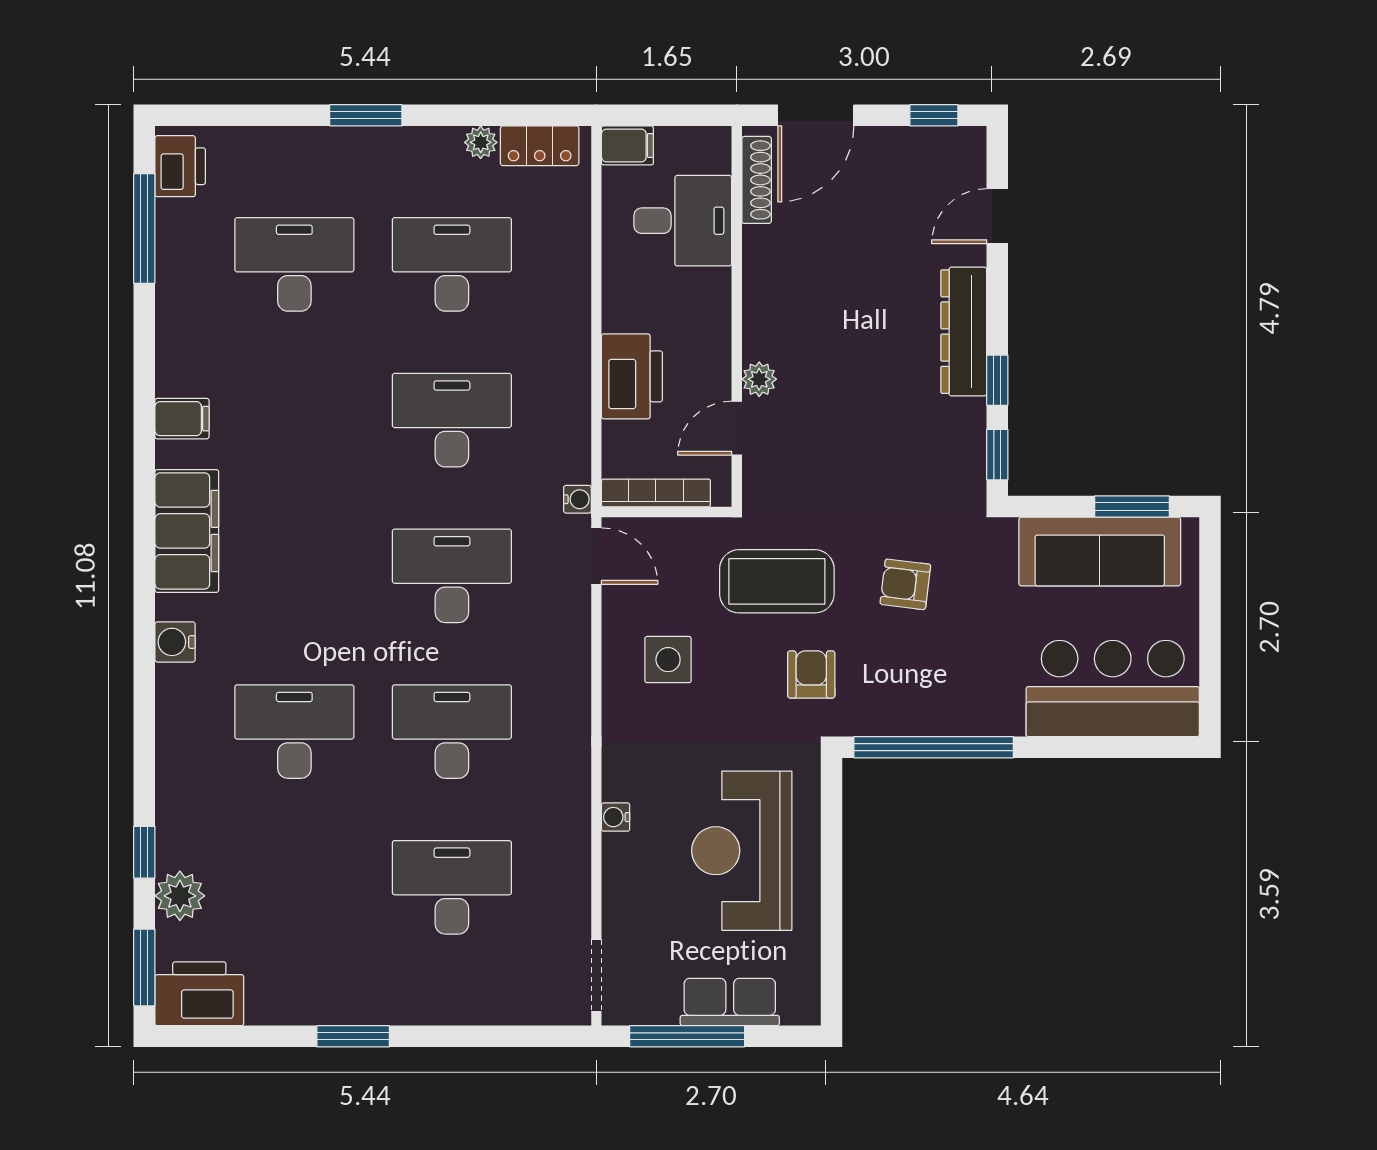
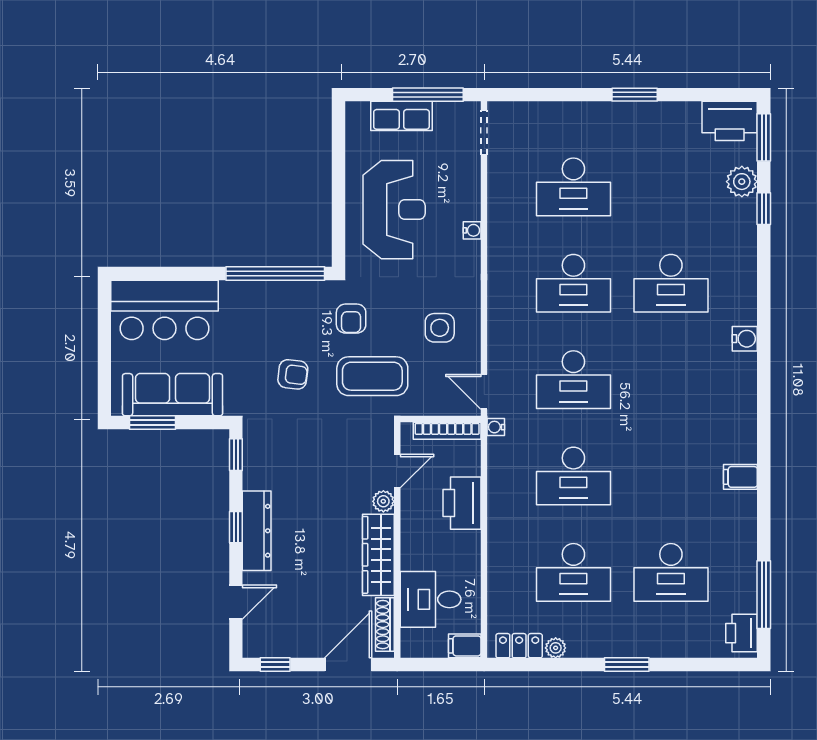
wardrobe: (767, 293) -> (378, 555), added
window: (997, 380) -> (236, 527), moved
filing cabinet: (187, 531) -> (737, 407), removed

